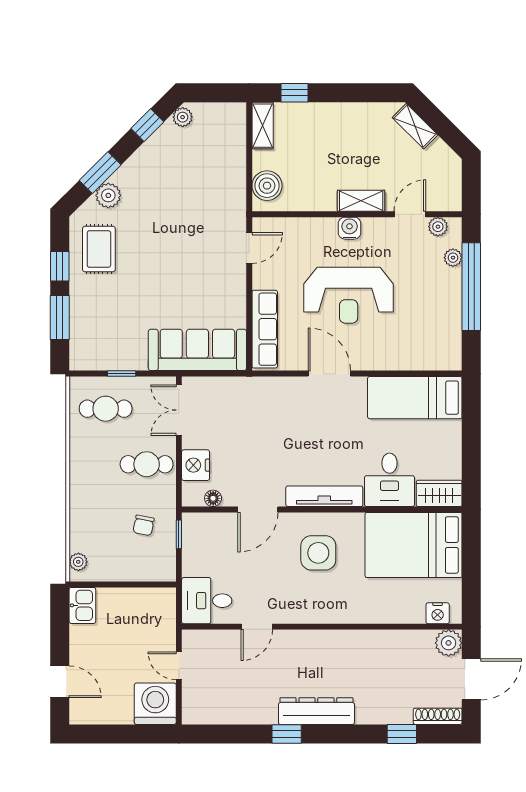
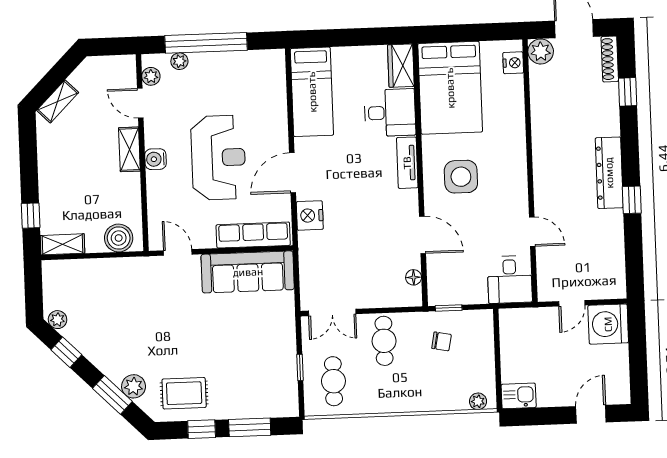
sofa: (197, 350) -> (248, 272), moved, turned -90
nightstand: (196, 465) -> (310, 215), moved, turned 90
tv unit: (324, 496) -> (407, 163), width x0.71

